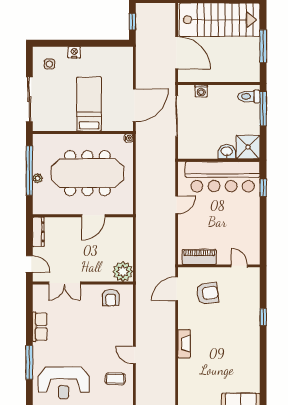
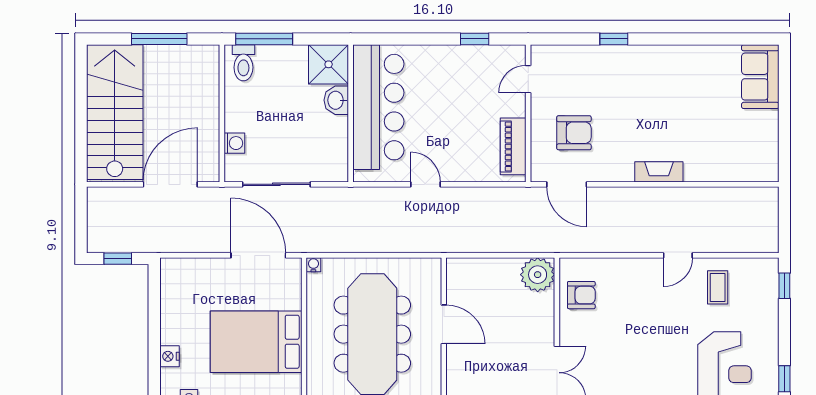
bed: (89, 104) -> (256, 342), width x1.50
window: (263, 188) -> (475, 39), moved
armchair: (207, 293) -> (574, 133), turned 97

